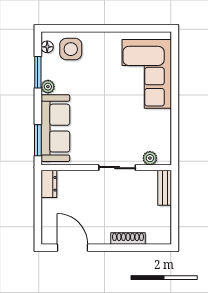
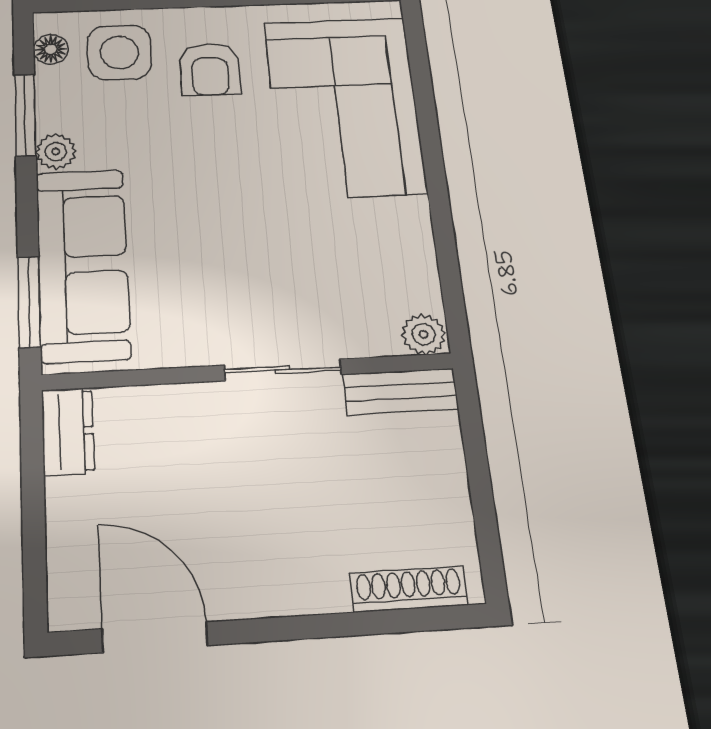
armchair: (102, 57) -> (210, 69), added
plant: (150, 158) -> (424, 334), moved
bench: (165, 188) -> (401, 391), moved, turned 90
shoe rack: (128, 238) -> (409, 589), moved

